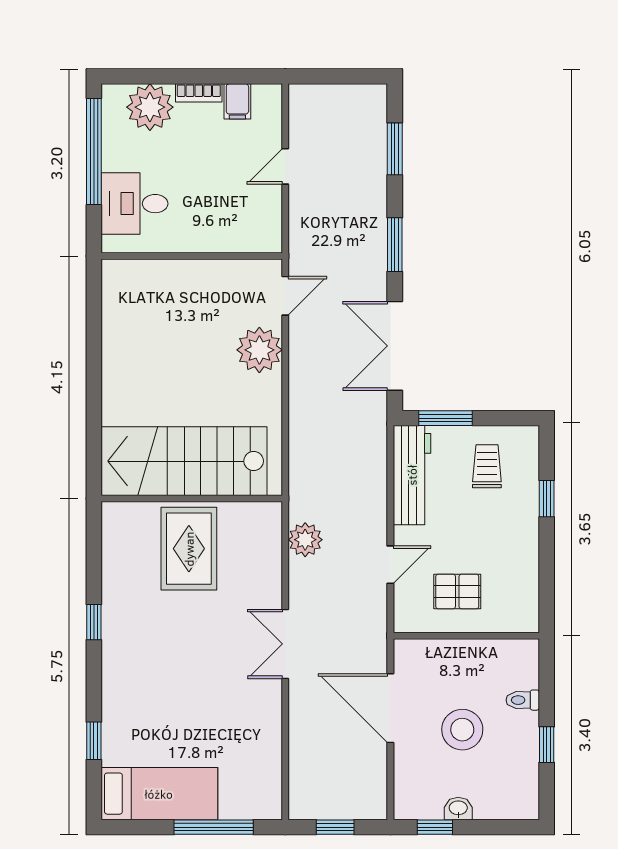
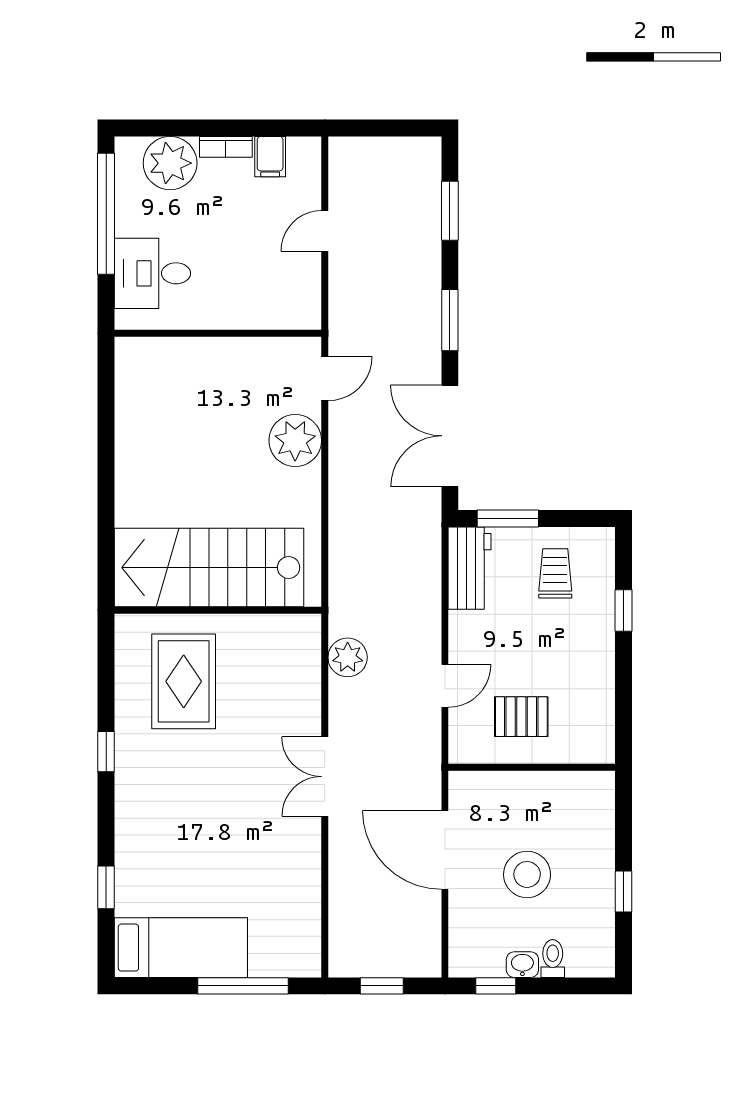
workbench: (412, 475) -> (470, 568), width x0.73
rug: (189, 549) -> (184, 681), moved
toilet: (523, 700) -> (553, 959), moved, turned 90

